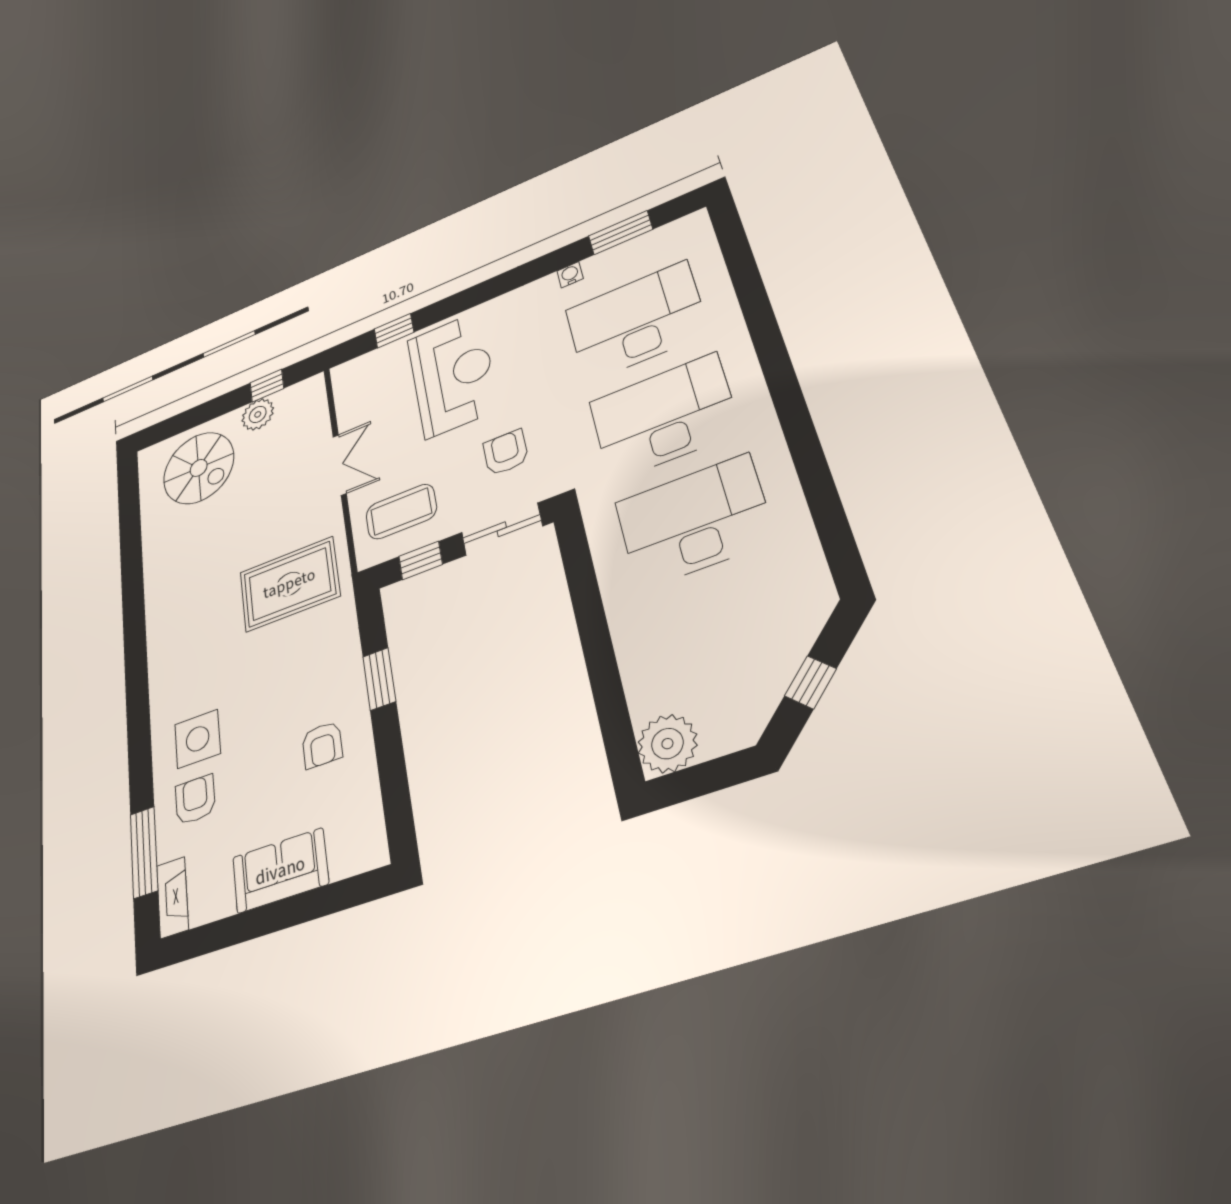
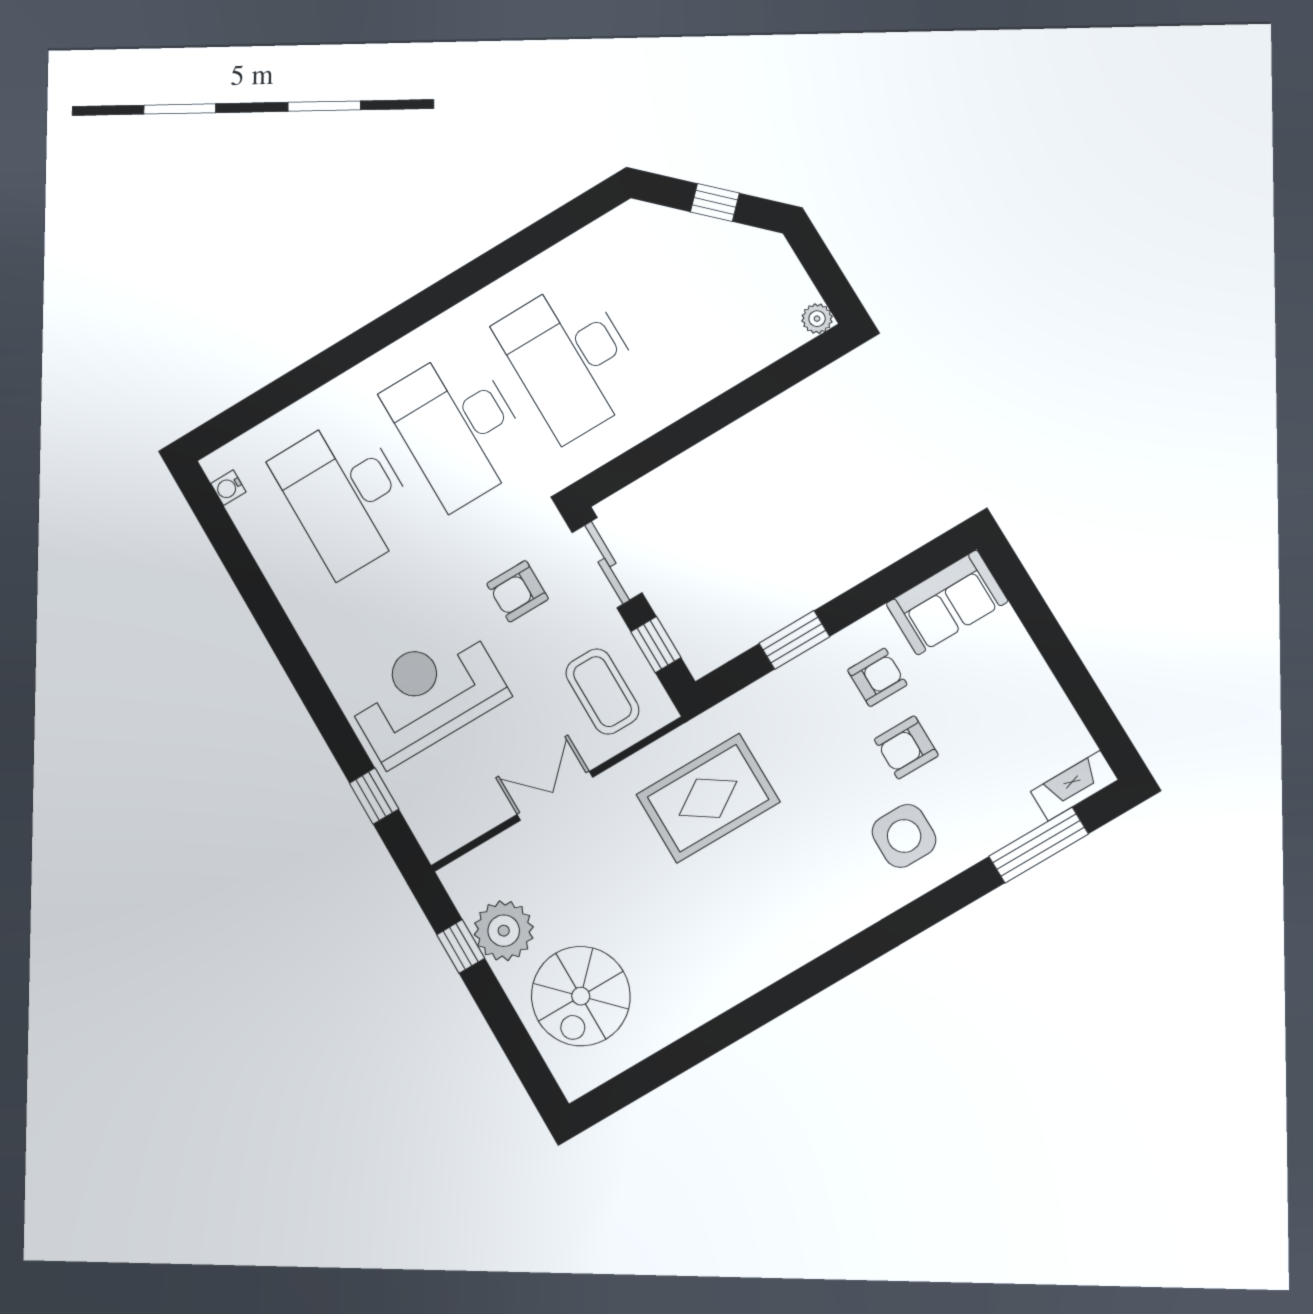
window: (621, 233) -> (233, 551), removed
water cooler: (570, 275) -> (228, 488), moved
plant: (258, 414) -> (504, 931), width x1.36, depth x1.36
spiral stairs: (199, 468) -> (581, 996), turned 180
rug: (289, 584) -> (708, 798), turned 90
plant: (667, 744) -> (817, 319), width x0.53, depth x0.53
armchair: (195, 800) -> (906, 747), moved
sofa: (280, 871) -> (947, 602), moved, turned -90

